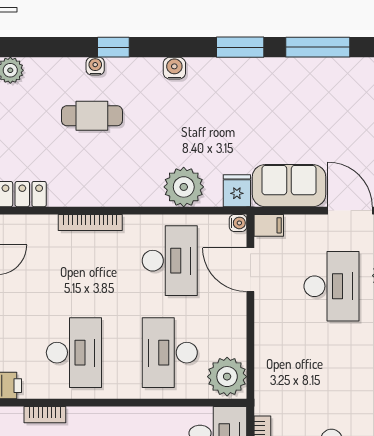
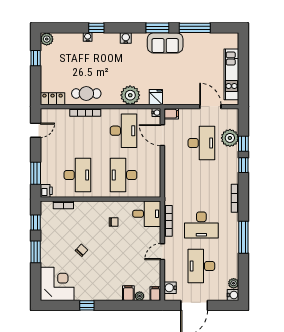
cafe table: (92, 116) -> (86, 93), moved
sofa: (289, 186) -> (165, 43), moved, turned 180
plant: (227, 377) -> (151, 187), removed

